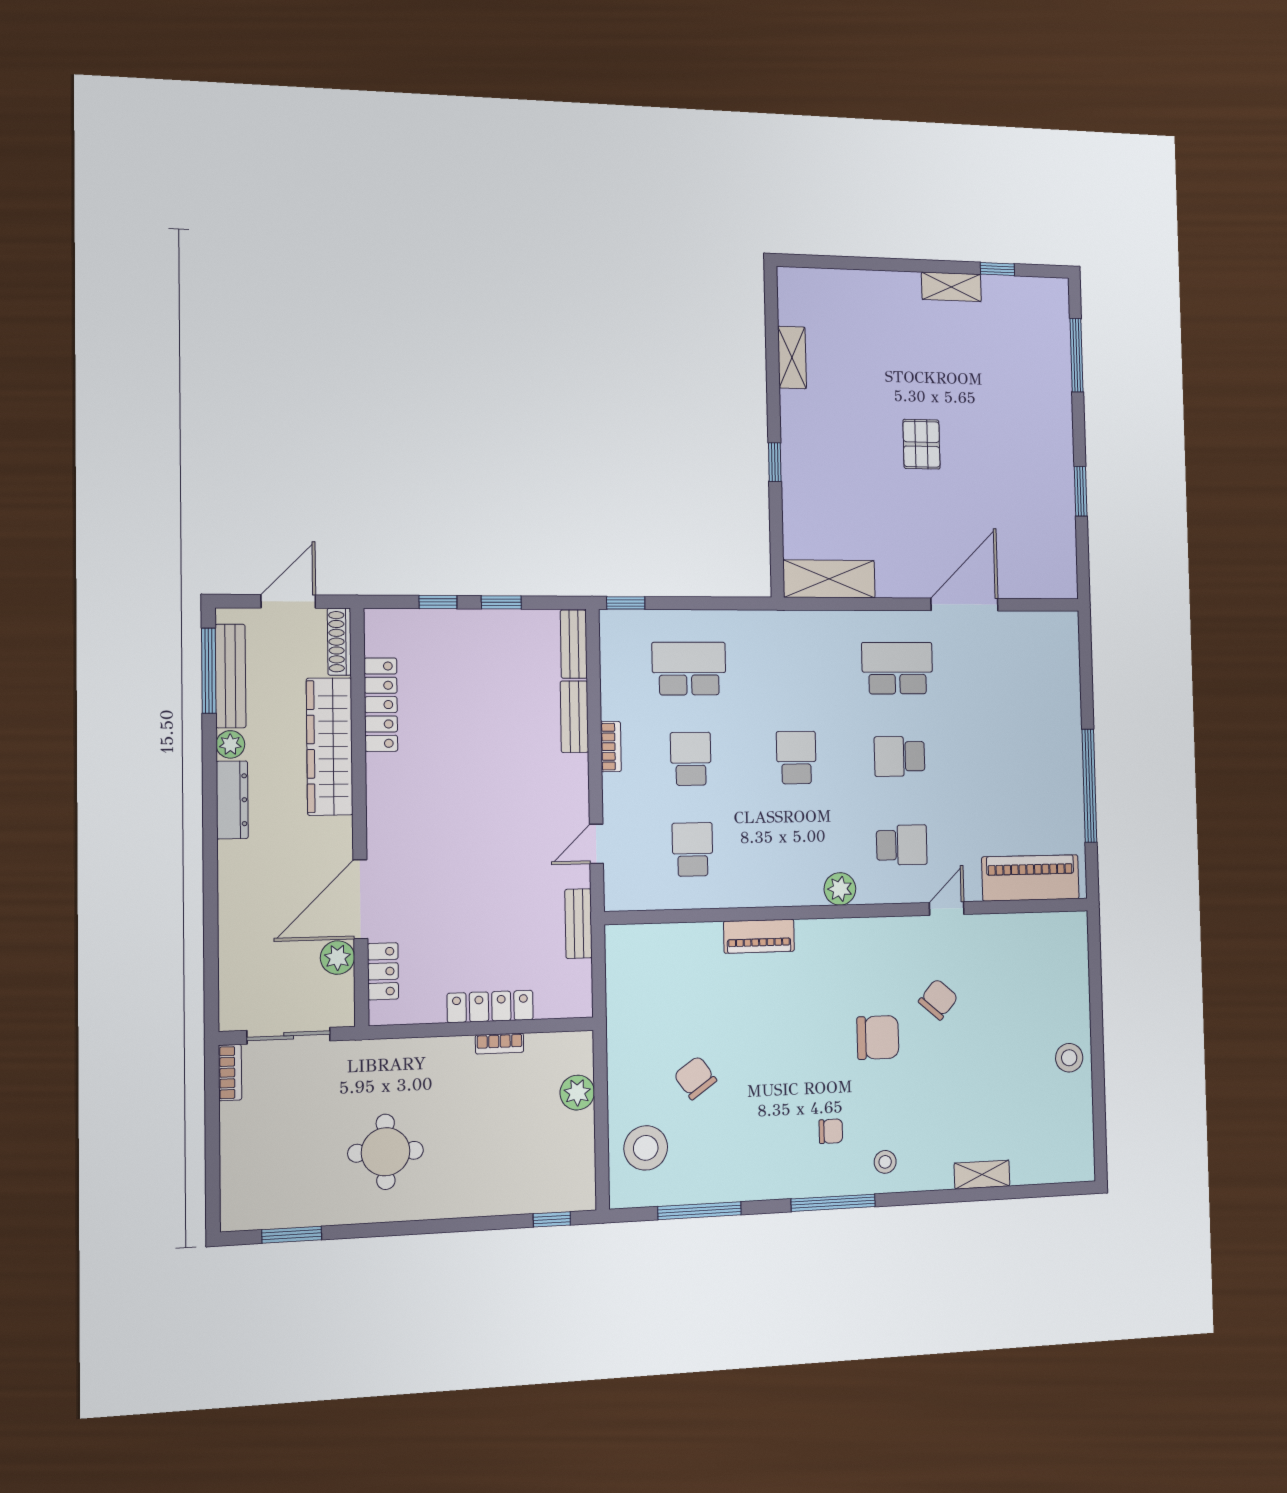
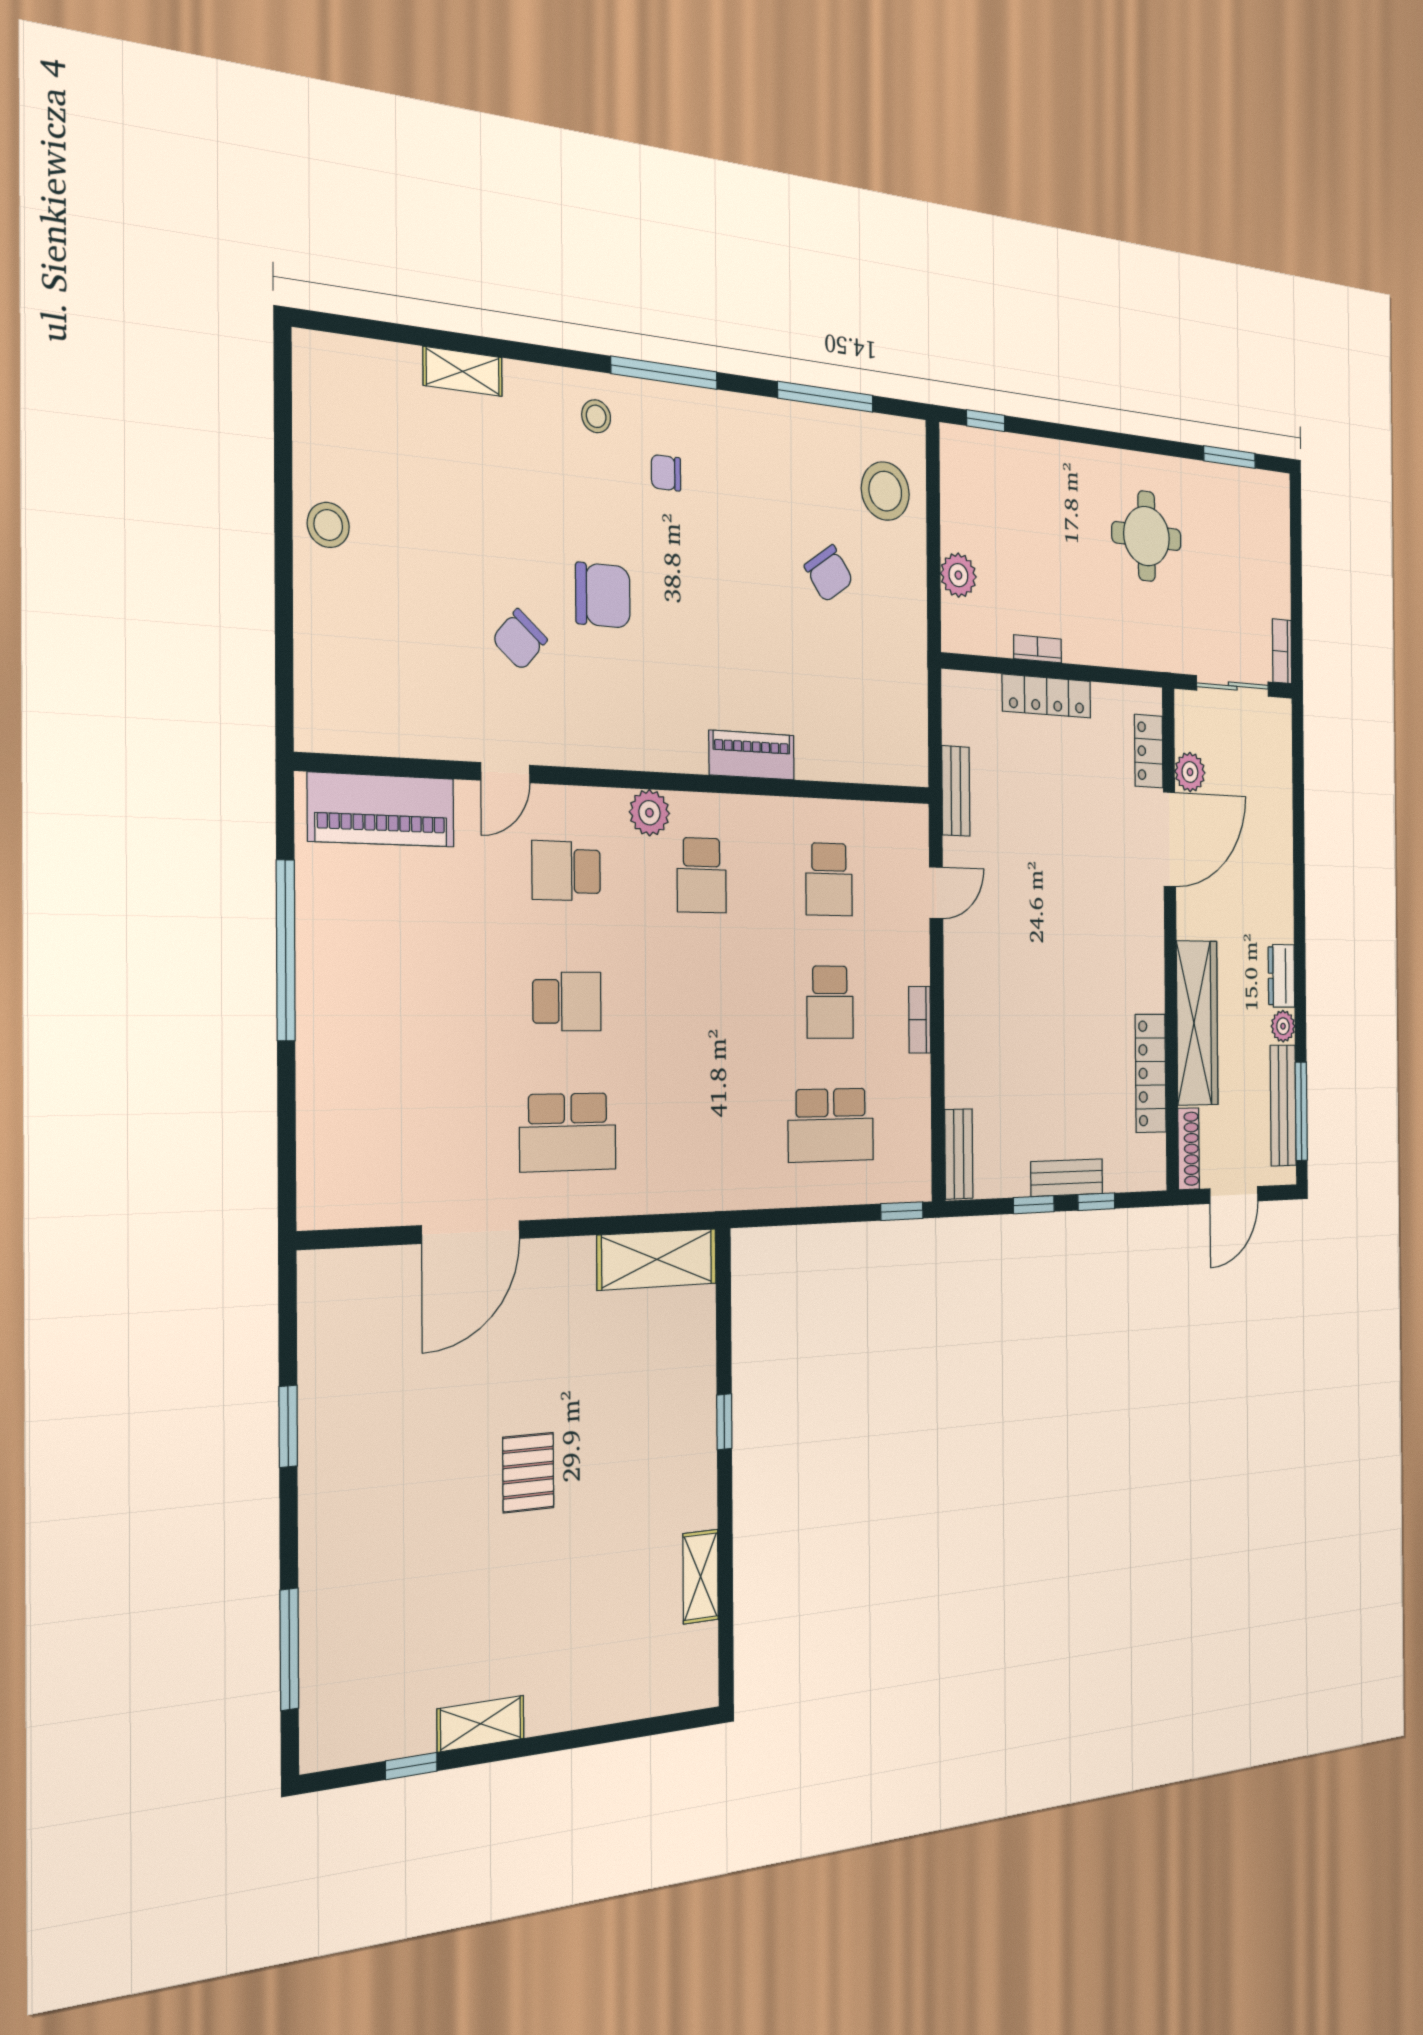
bench: (574, 717) -> (1067, 1178), moved, turned 90
school desk: (796, 758) -> (702, 875), moved
dresser: (232, 800) -> (1281, 976), width x0.70
chair: (878, 1037) -> (603, 595), turned 180

